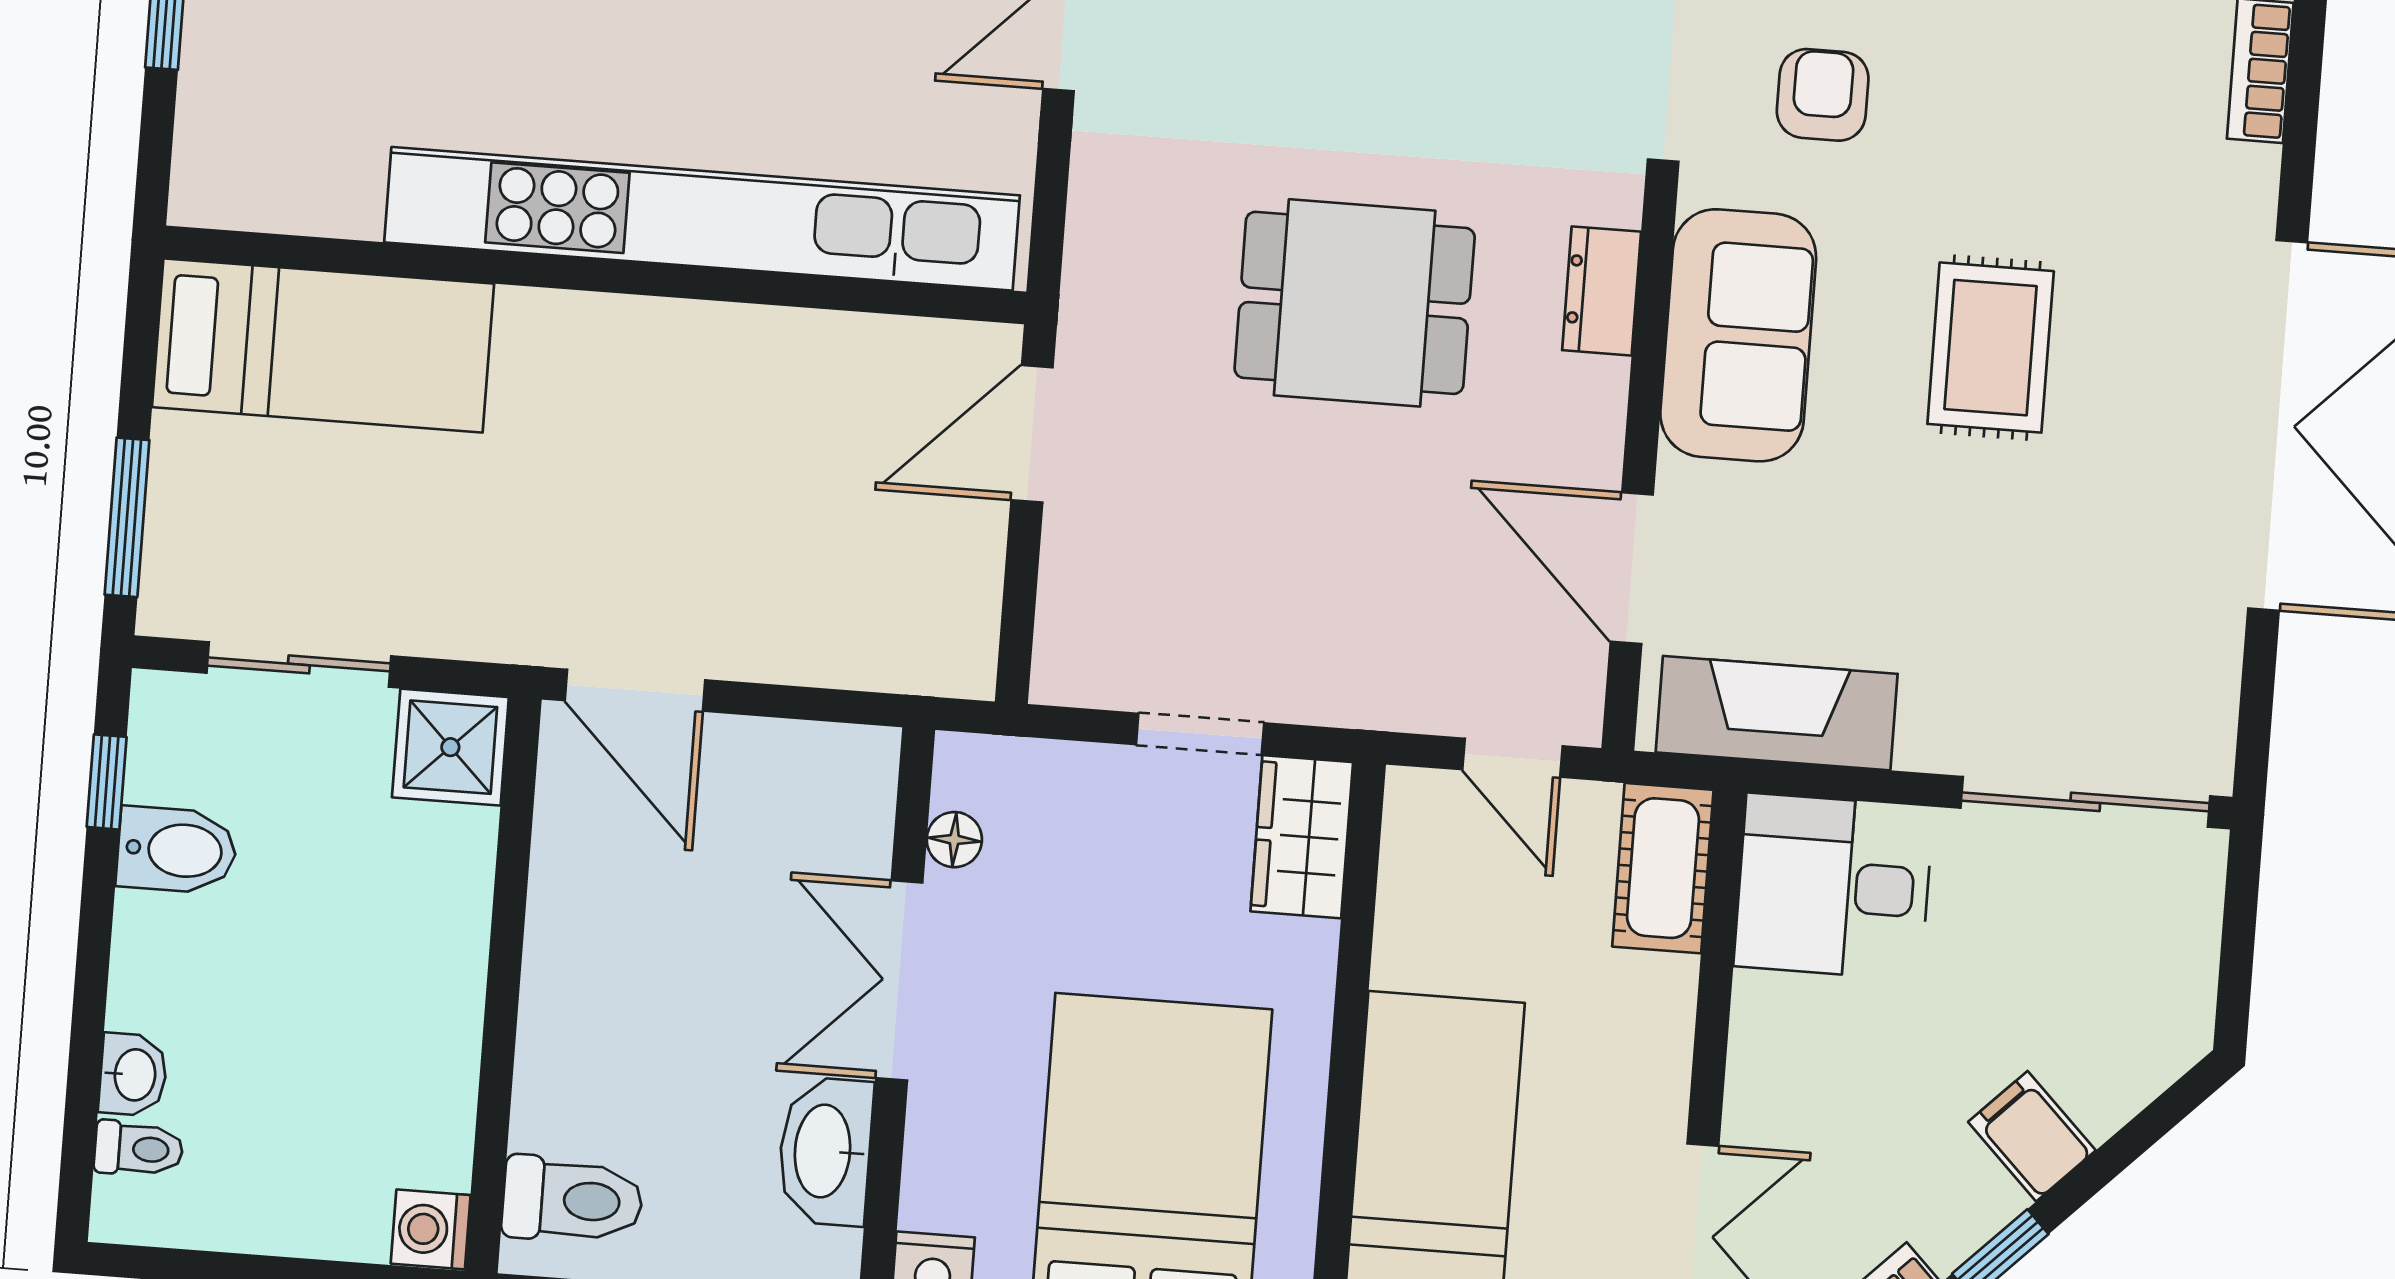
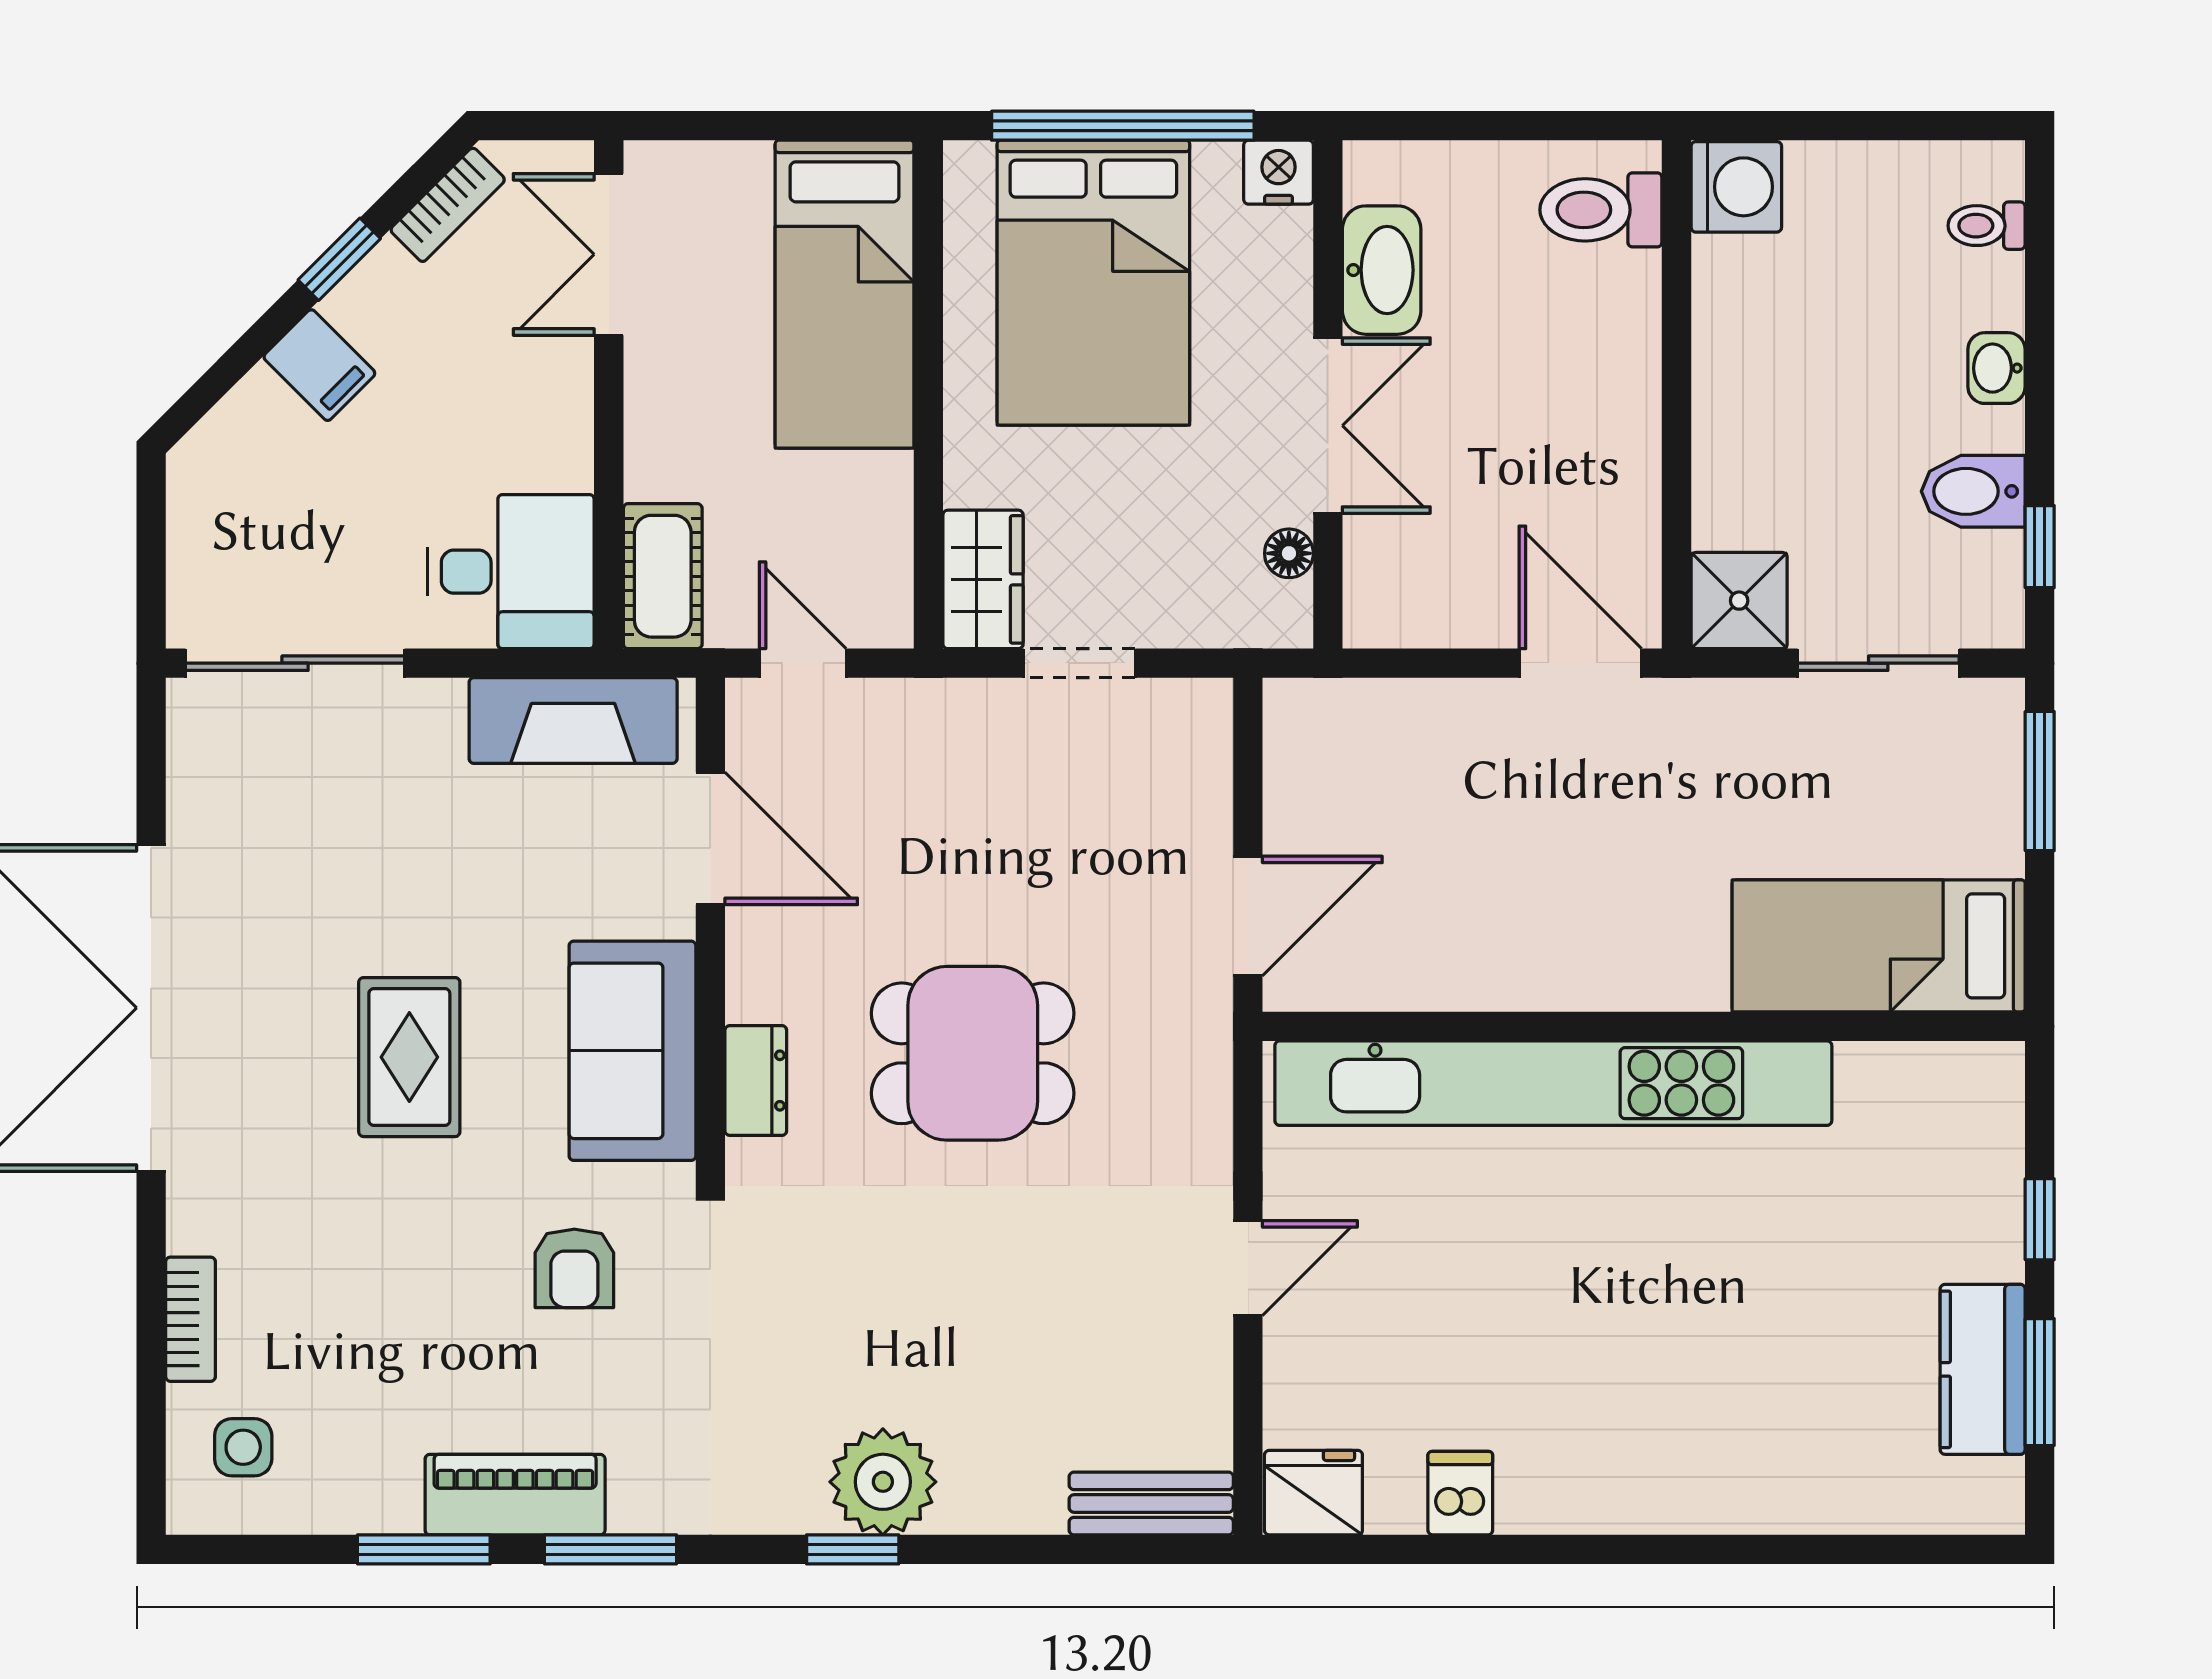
washbasin: (133, 1075) -> (1997, 368), moved
washing machine: (431, 1229) -> (1736, 187), width x1.38, depth x1.38

